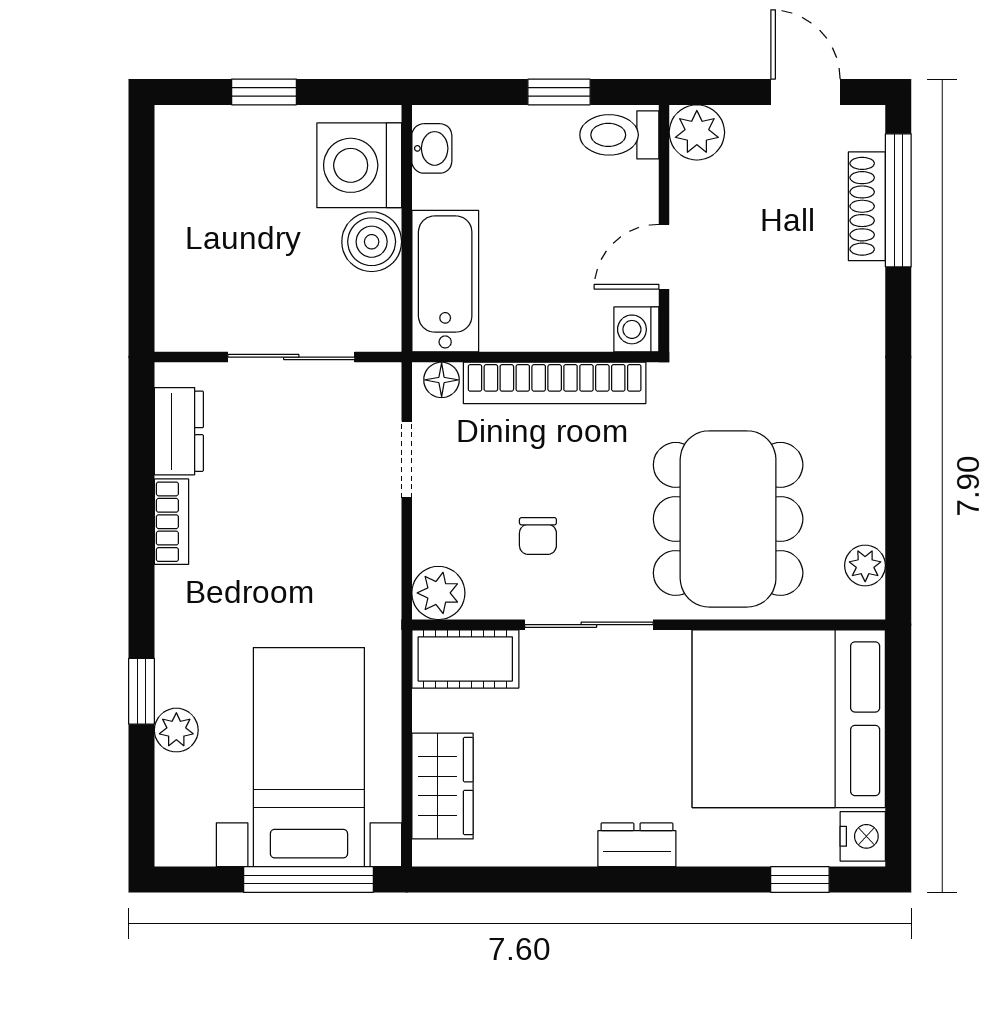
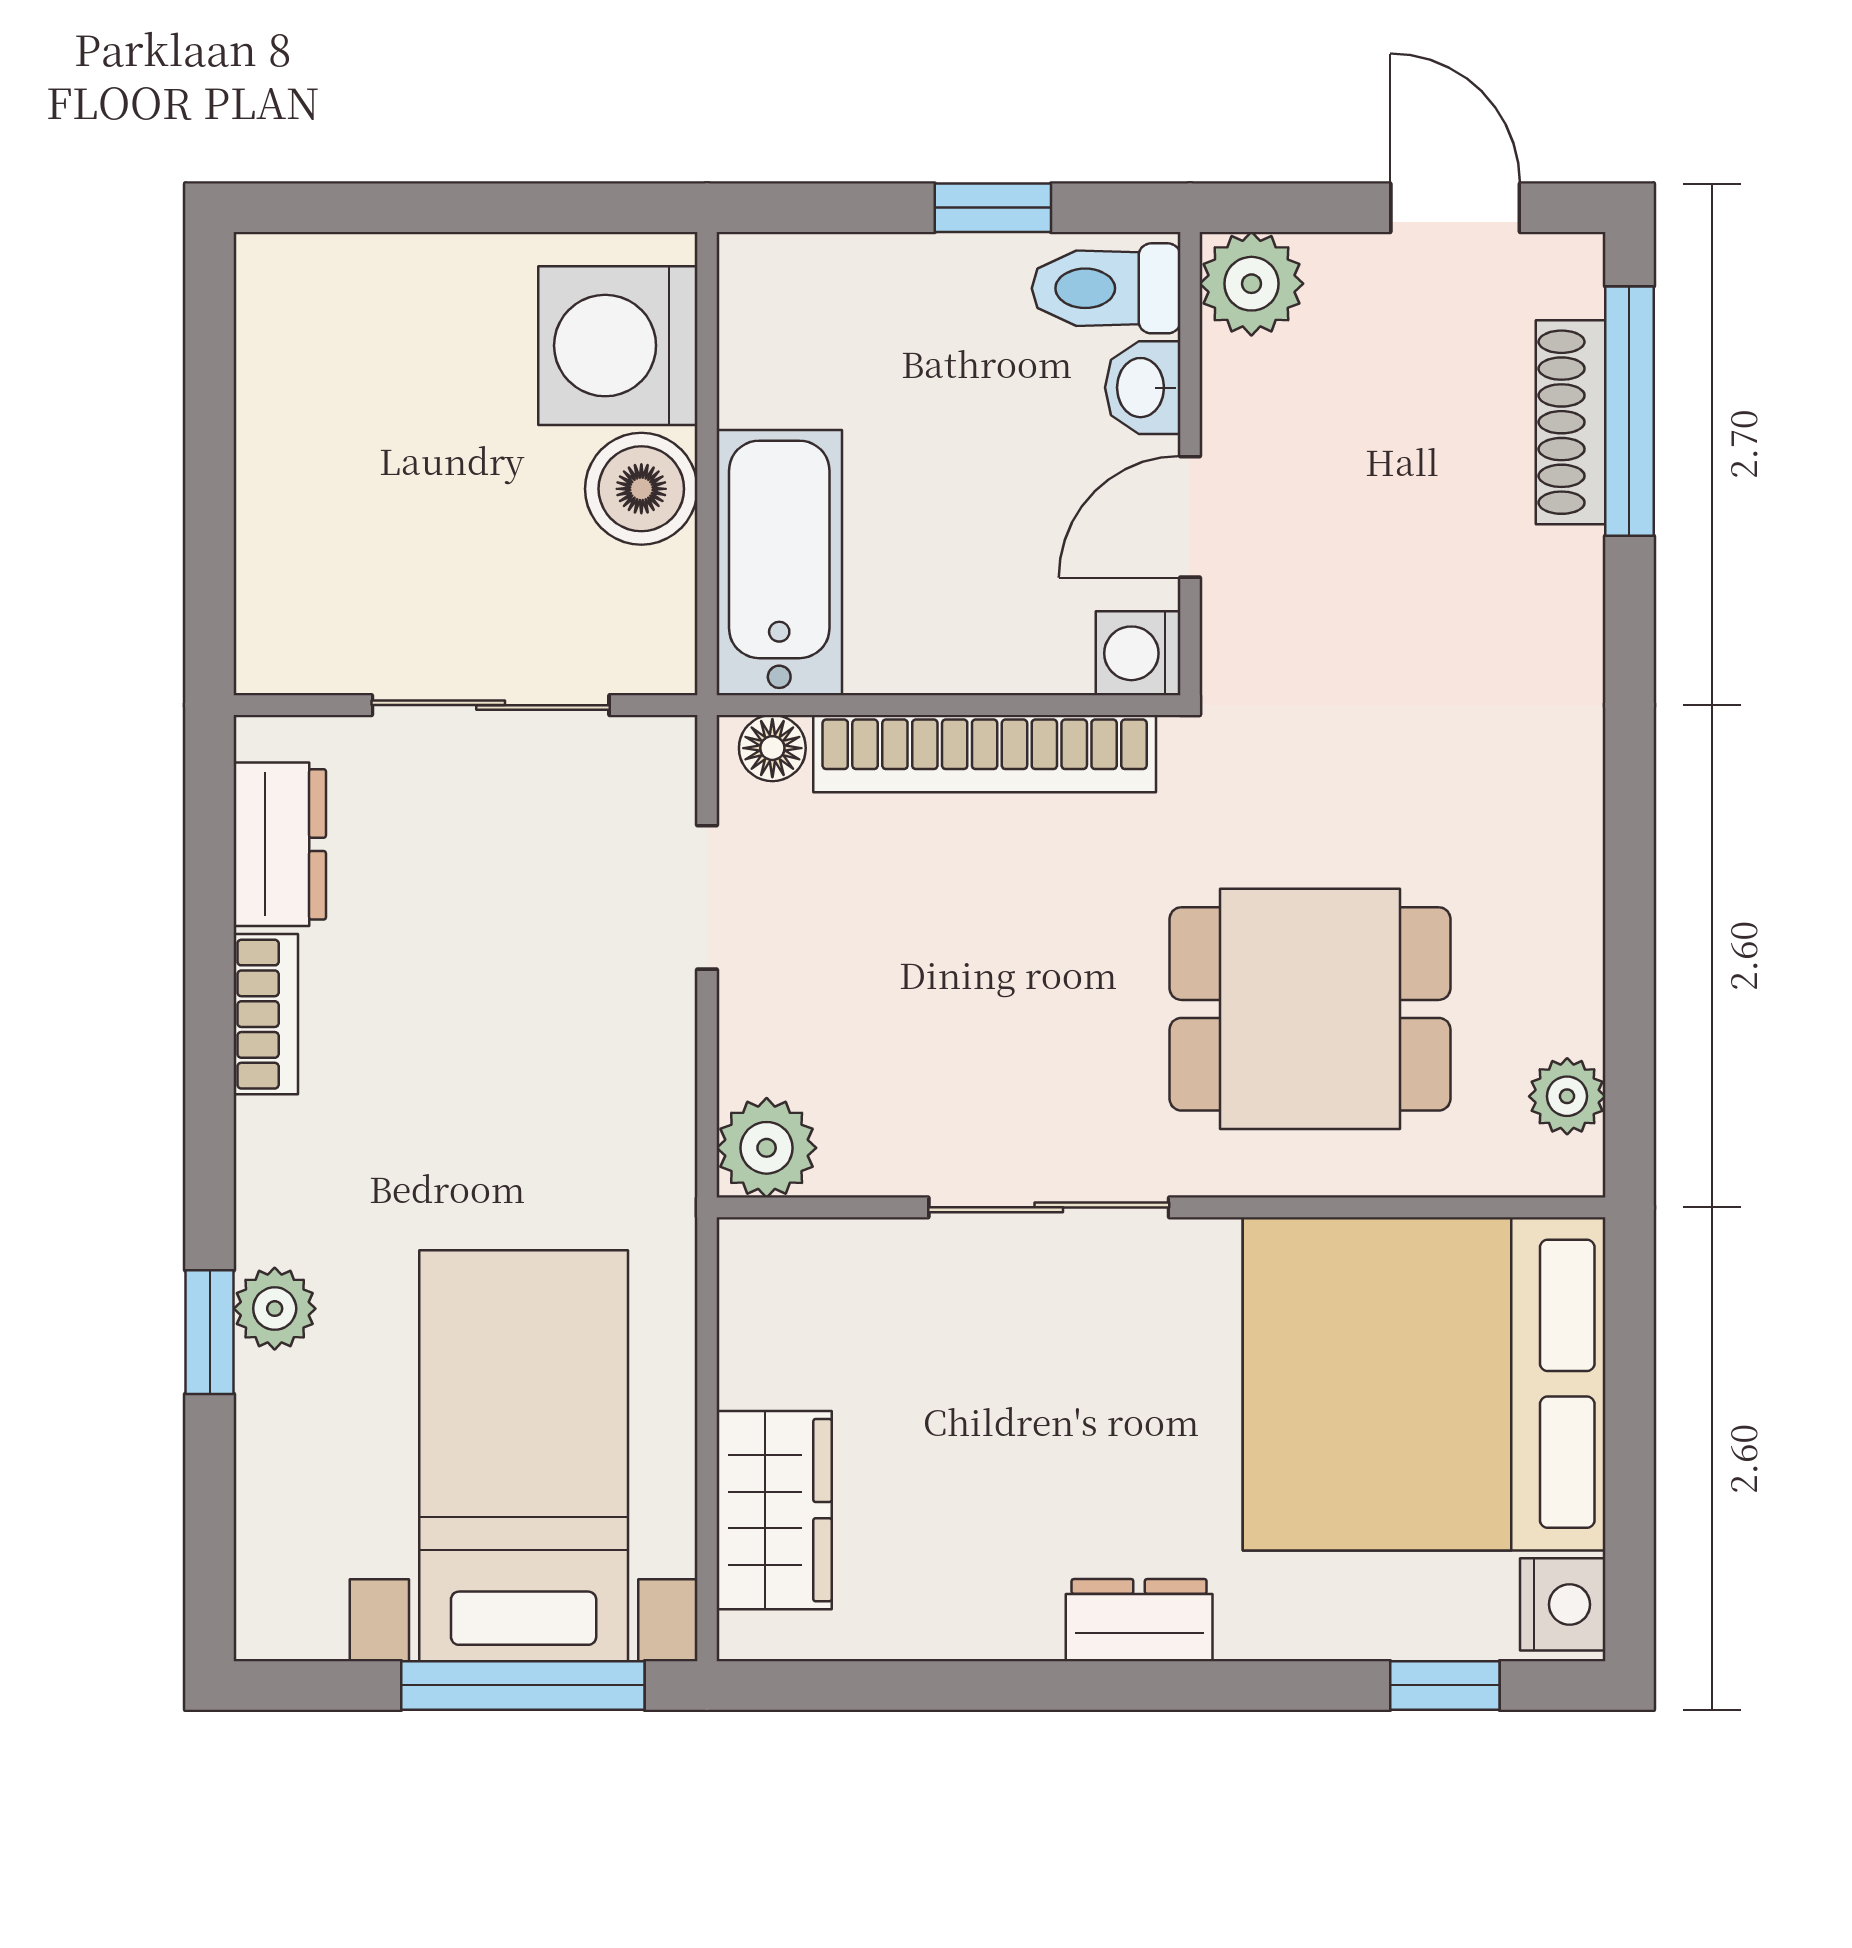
window: (264, 92) -> (439, 208), removed
washbasin: (432, 148) -> (1143, 388), moved, turned 180
dining table: (728, 519) -> (1310, 1009), width x0.73
chair: (538, 536) -> (953, 1041), removed
cot: (465, 659) -> (817, 1272), removed
plant: (176, 730) -> (275, 1309), moved

